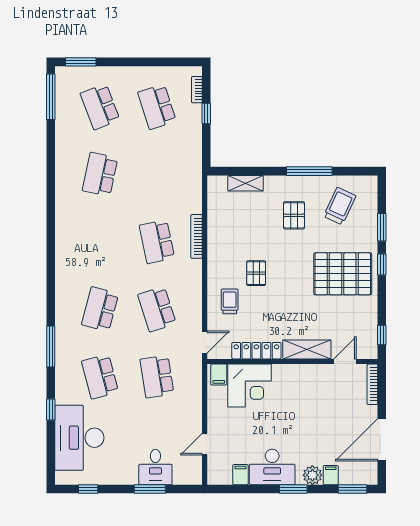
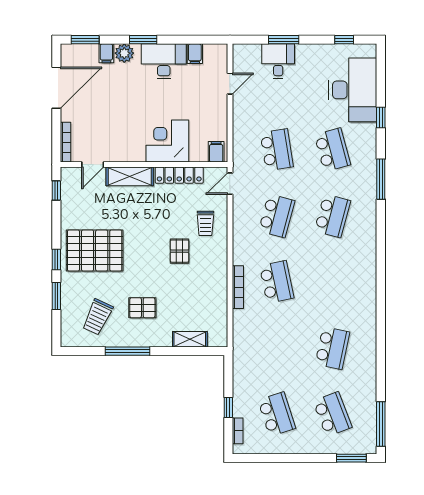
pallet: (294, 215) -> (142, 308), turned 90
school desk: (157, 309) -> (277, 216), turned 33
corner desk: (250, 386) -> (167, 141), moved

